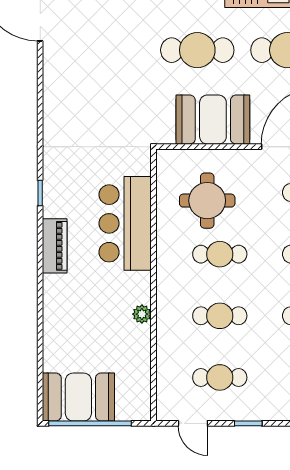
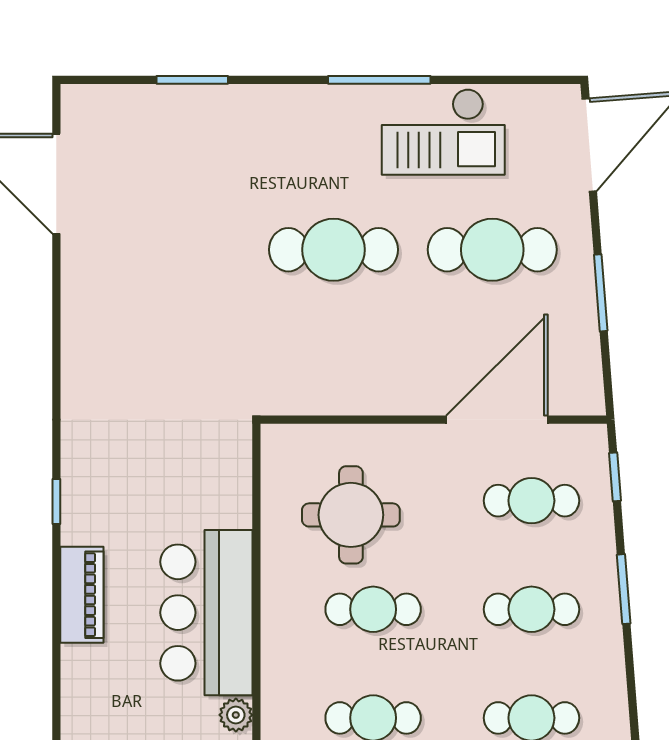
booth: (213, 120) -> (361, 372), removed
bar counter: (125, 223) -> (206, 613), moved

